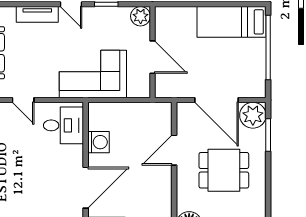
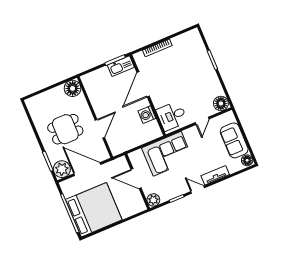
bed: (232, 22) -> (94, 210), width x2.04
door: (23, 100) -> (202, 121), swing flipped

